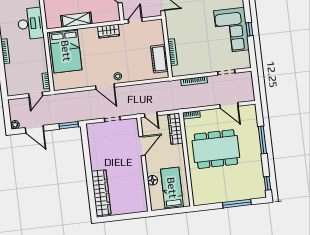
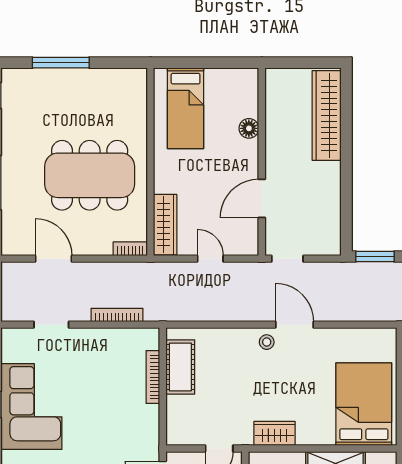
door: (142, 146) -> (262, 198), moved
wall: (144, 164) -> (262, 162), moved
floor lamp: (153, 180) -> (249, 128), moved

